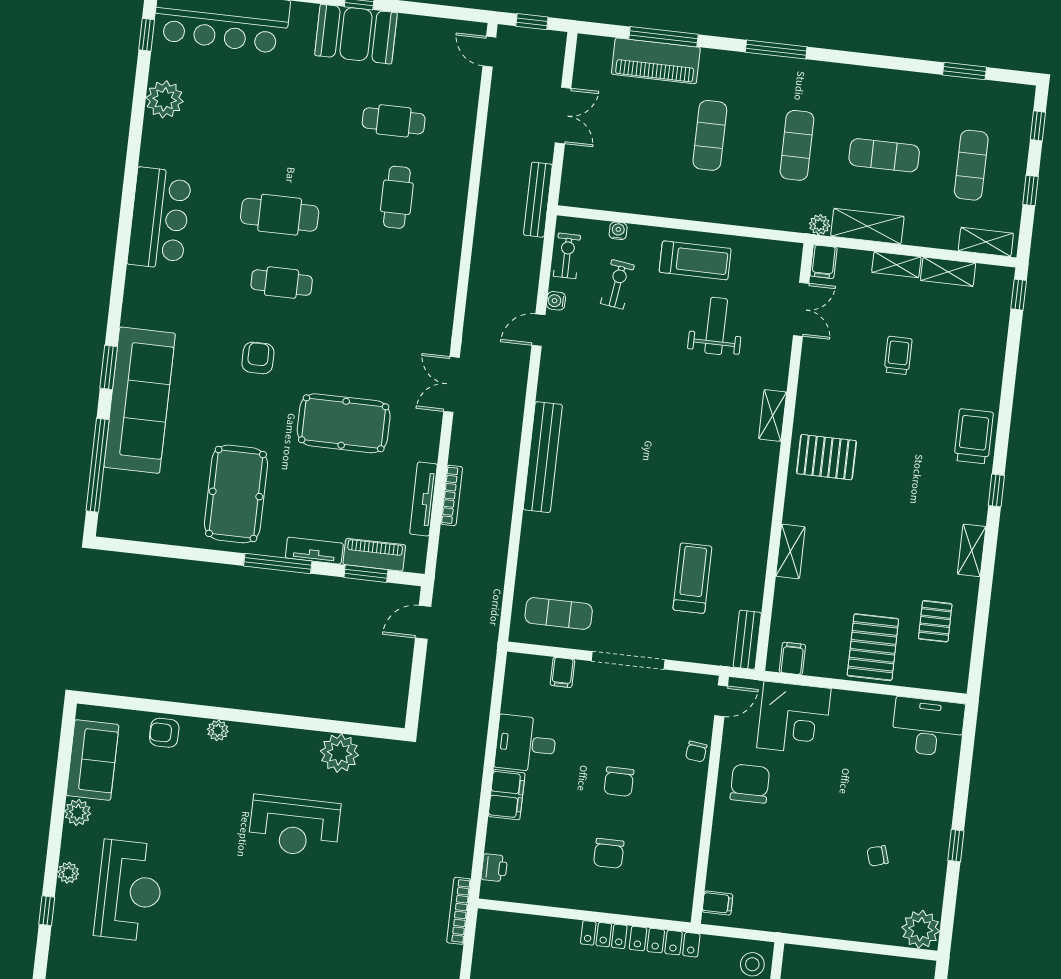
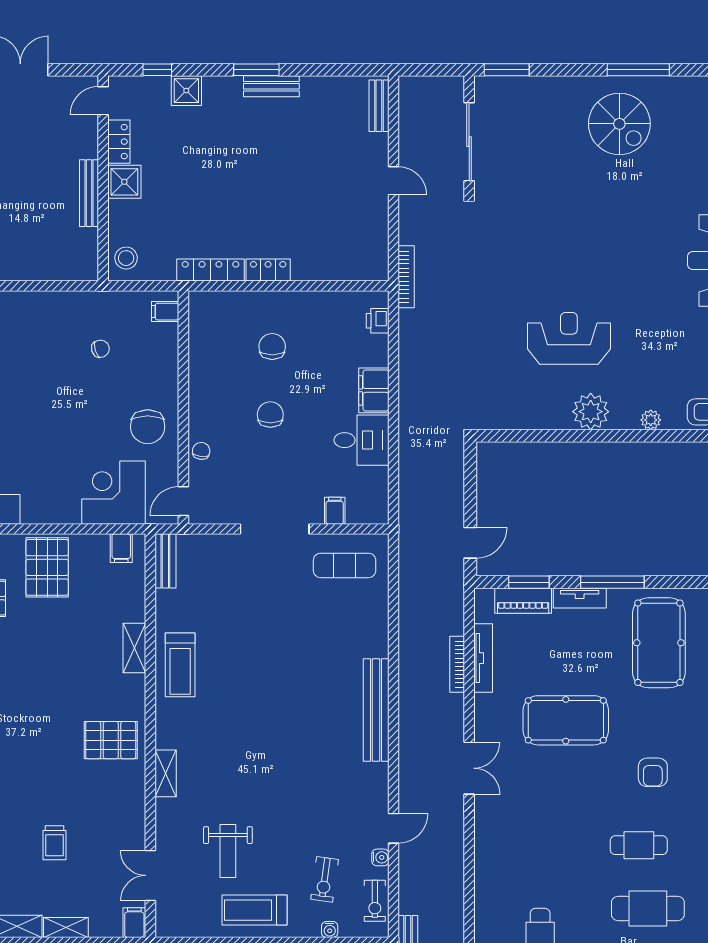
treadmill: (692, 578) -> (180, 665), moved
plant: (339, 753) -> (591, 412), moved
chair: (878, 856) -> (100, 349), moved

